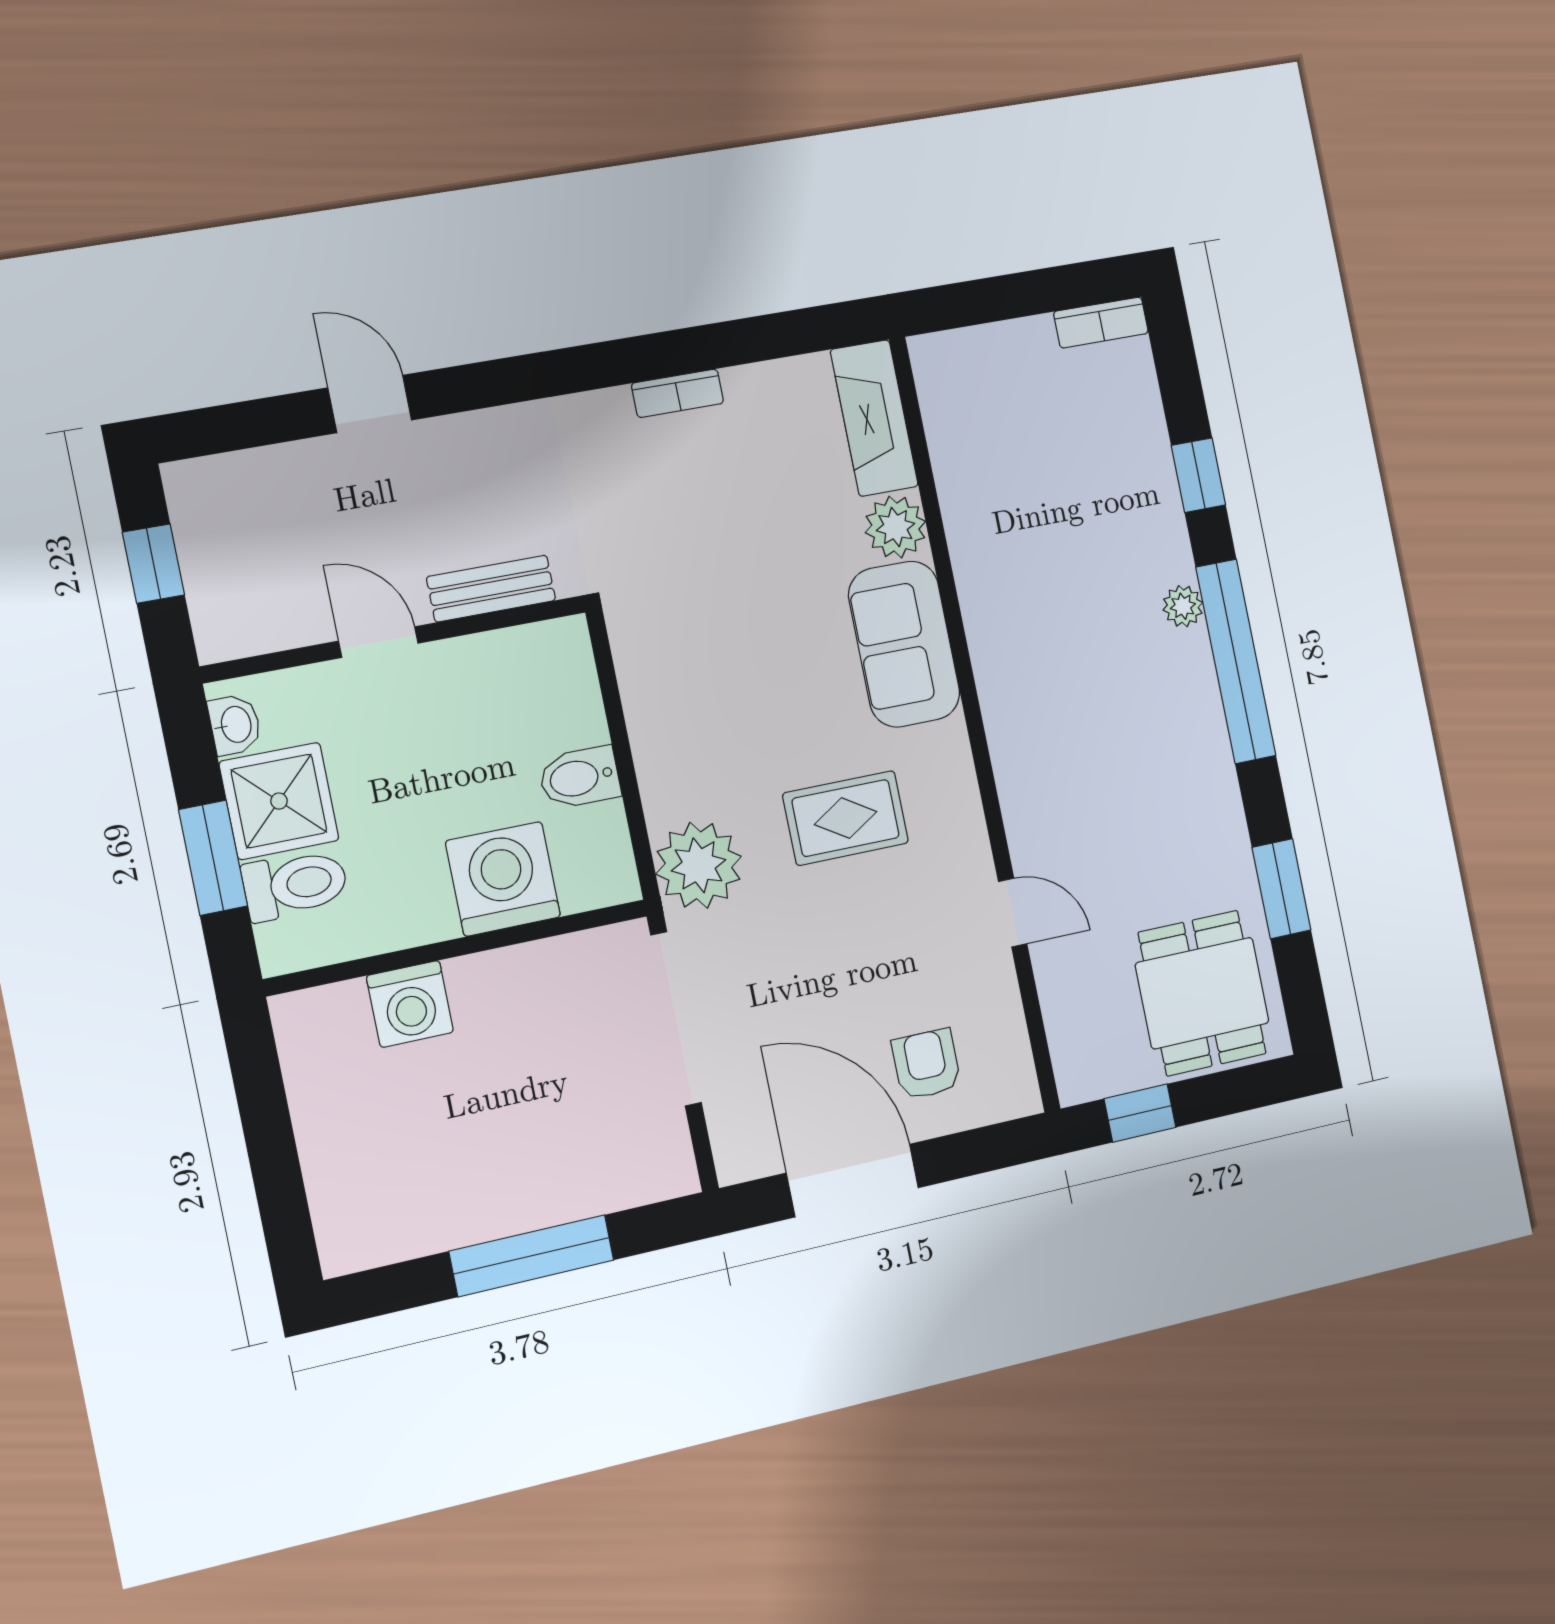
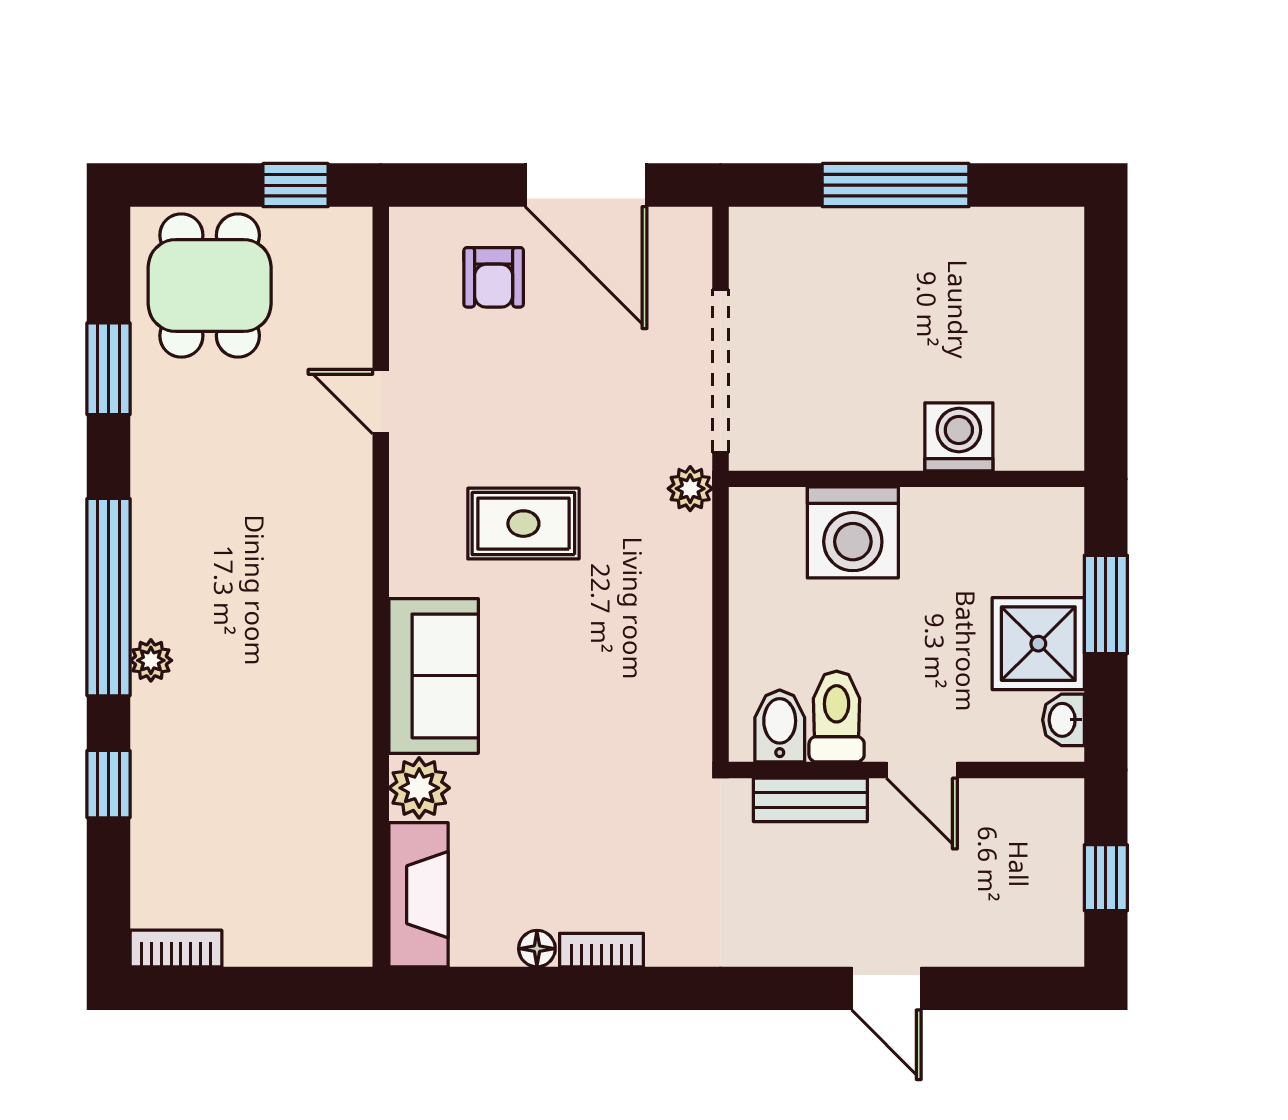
floor lamp: (744, 384) -> (537, 949), added
bidet: (579, 778) -> (780, 726), moved, turned -90
plant: (699, 865) -> (690, 489), width x0.53, depth x0.53
toilet: (295, 885) -> (837, 717), moved, turned 90

